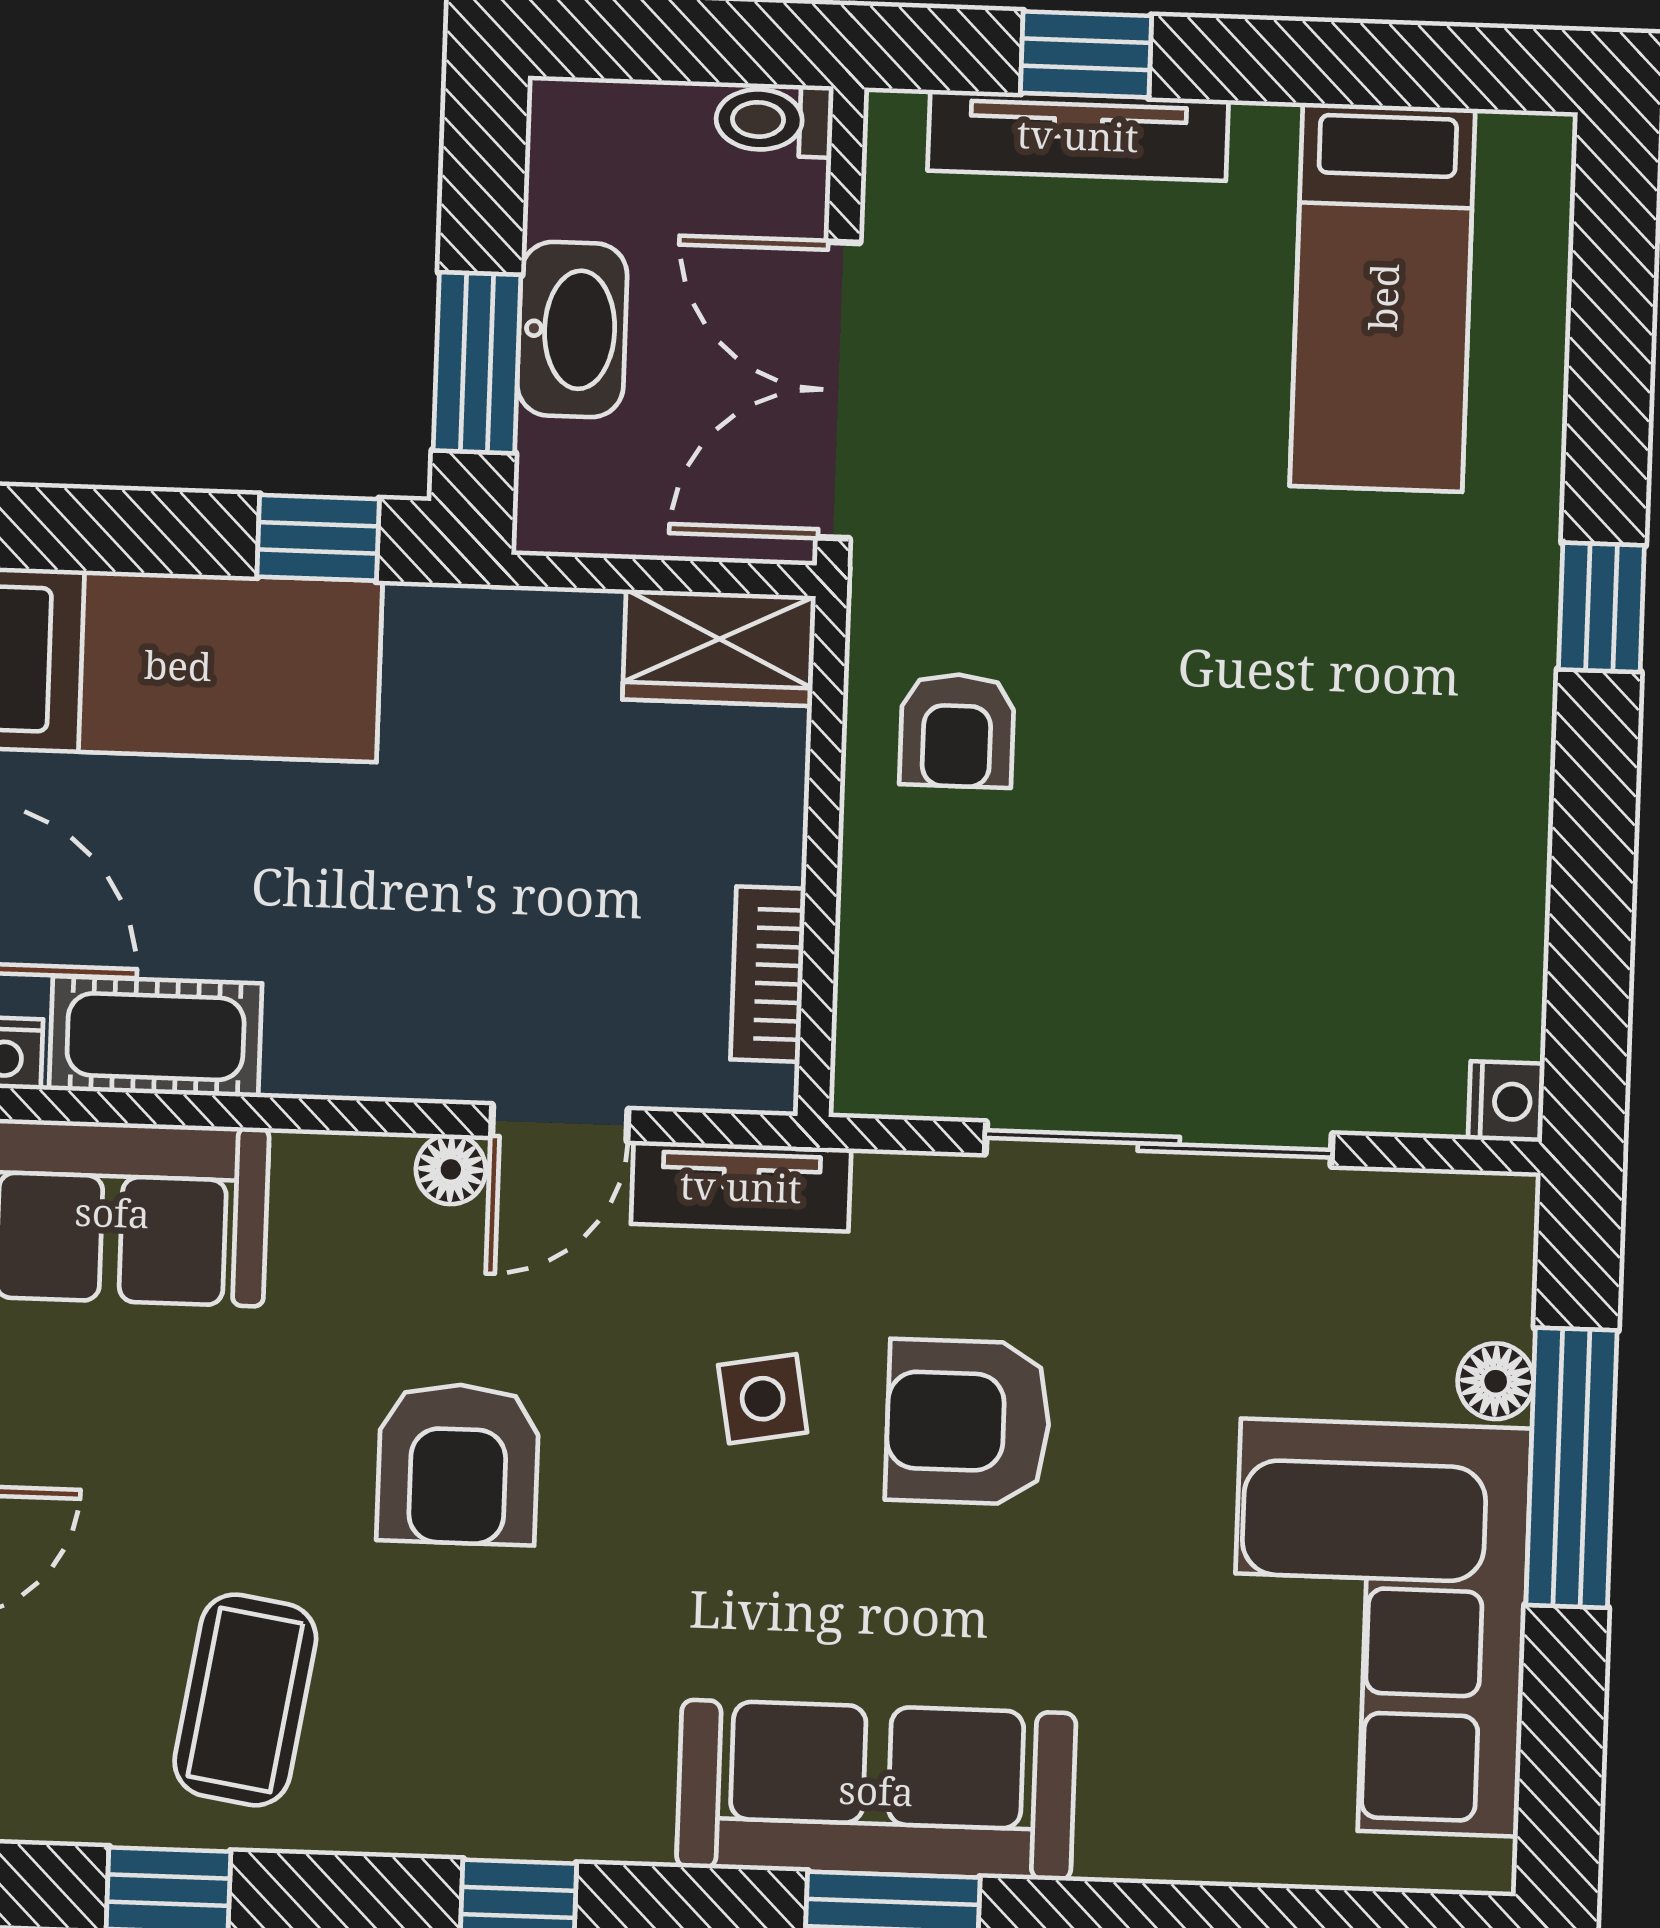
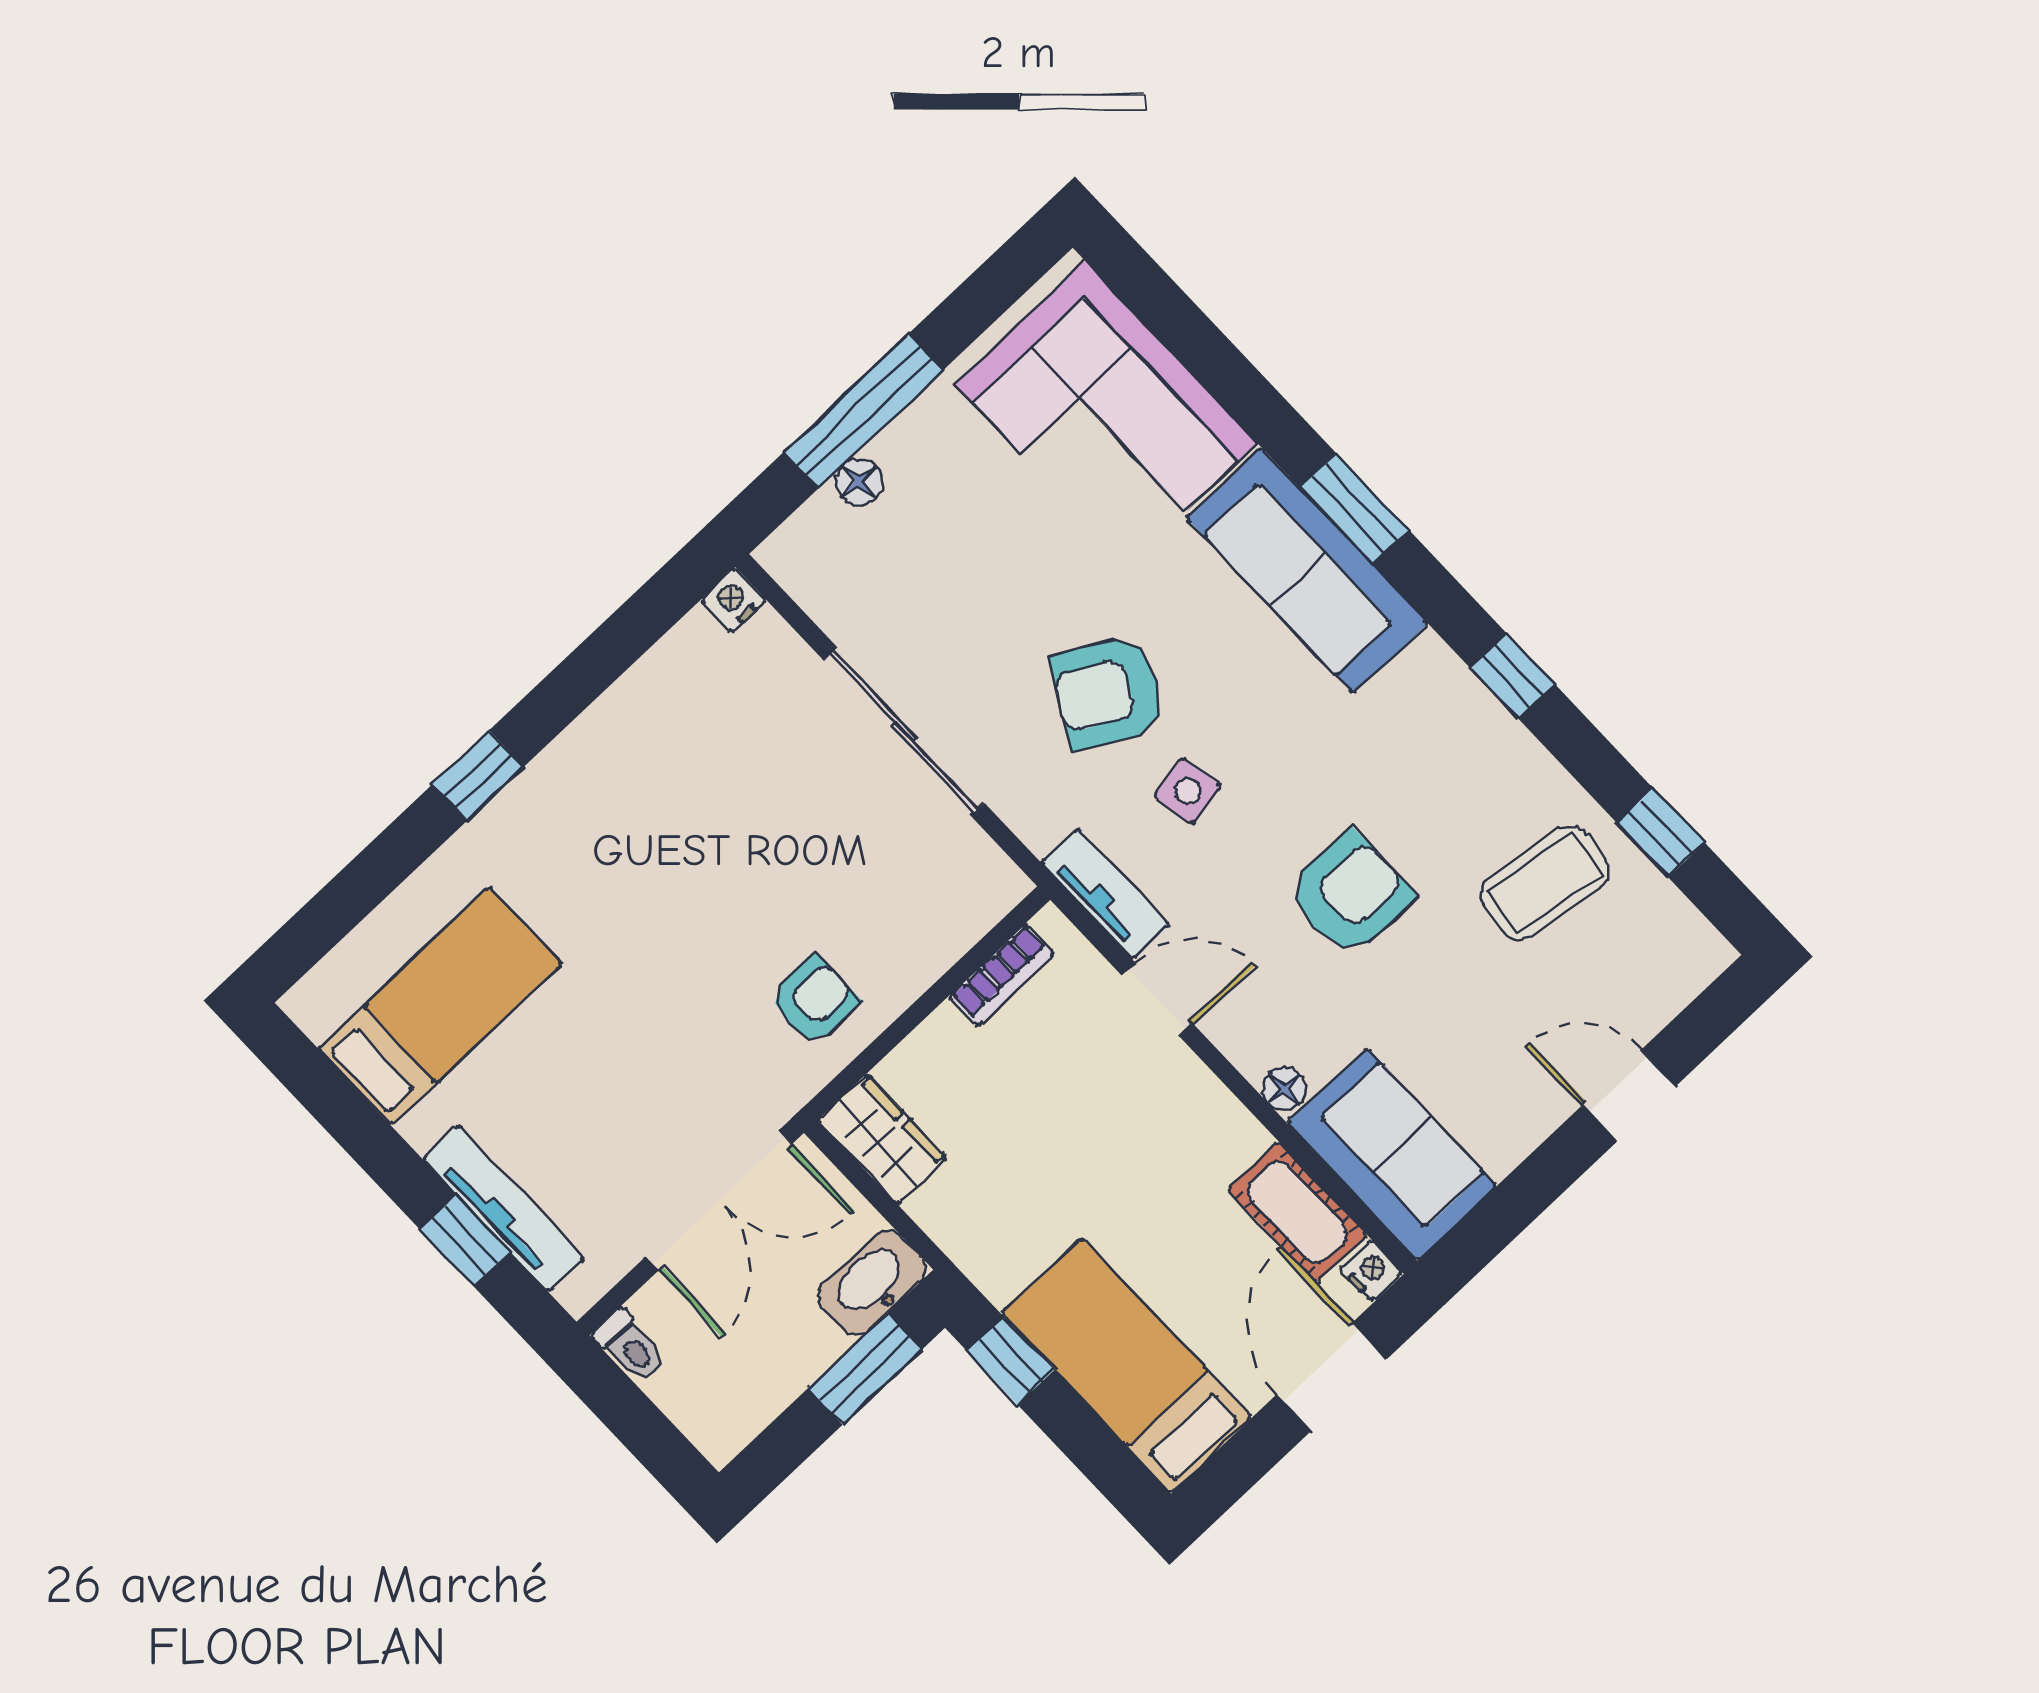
washbasin: (572, 330) -> (872, 1283), moved
floor lamp: (451, 1169) -> (1284, 1089), moved
armchair: (968, 1422) -> (1108, 692), turned 119
corner sofa: (1379, 1627) -> (1106, 414), moved, turned 90

